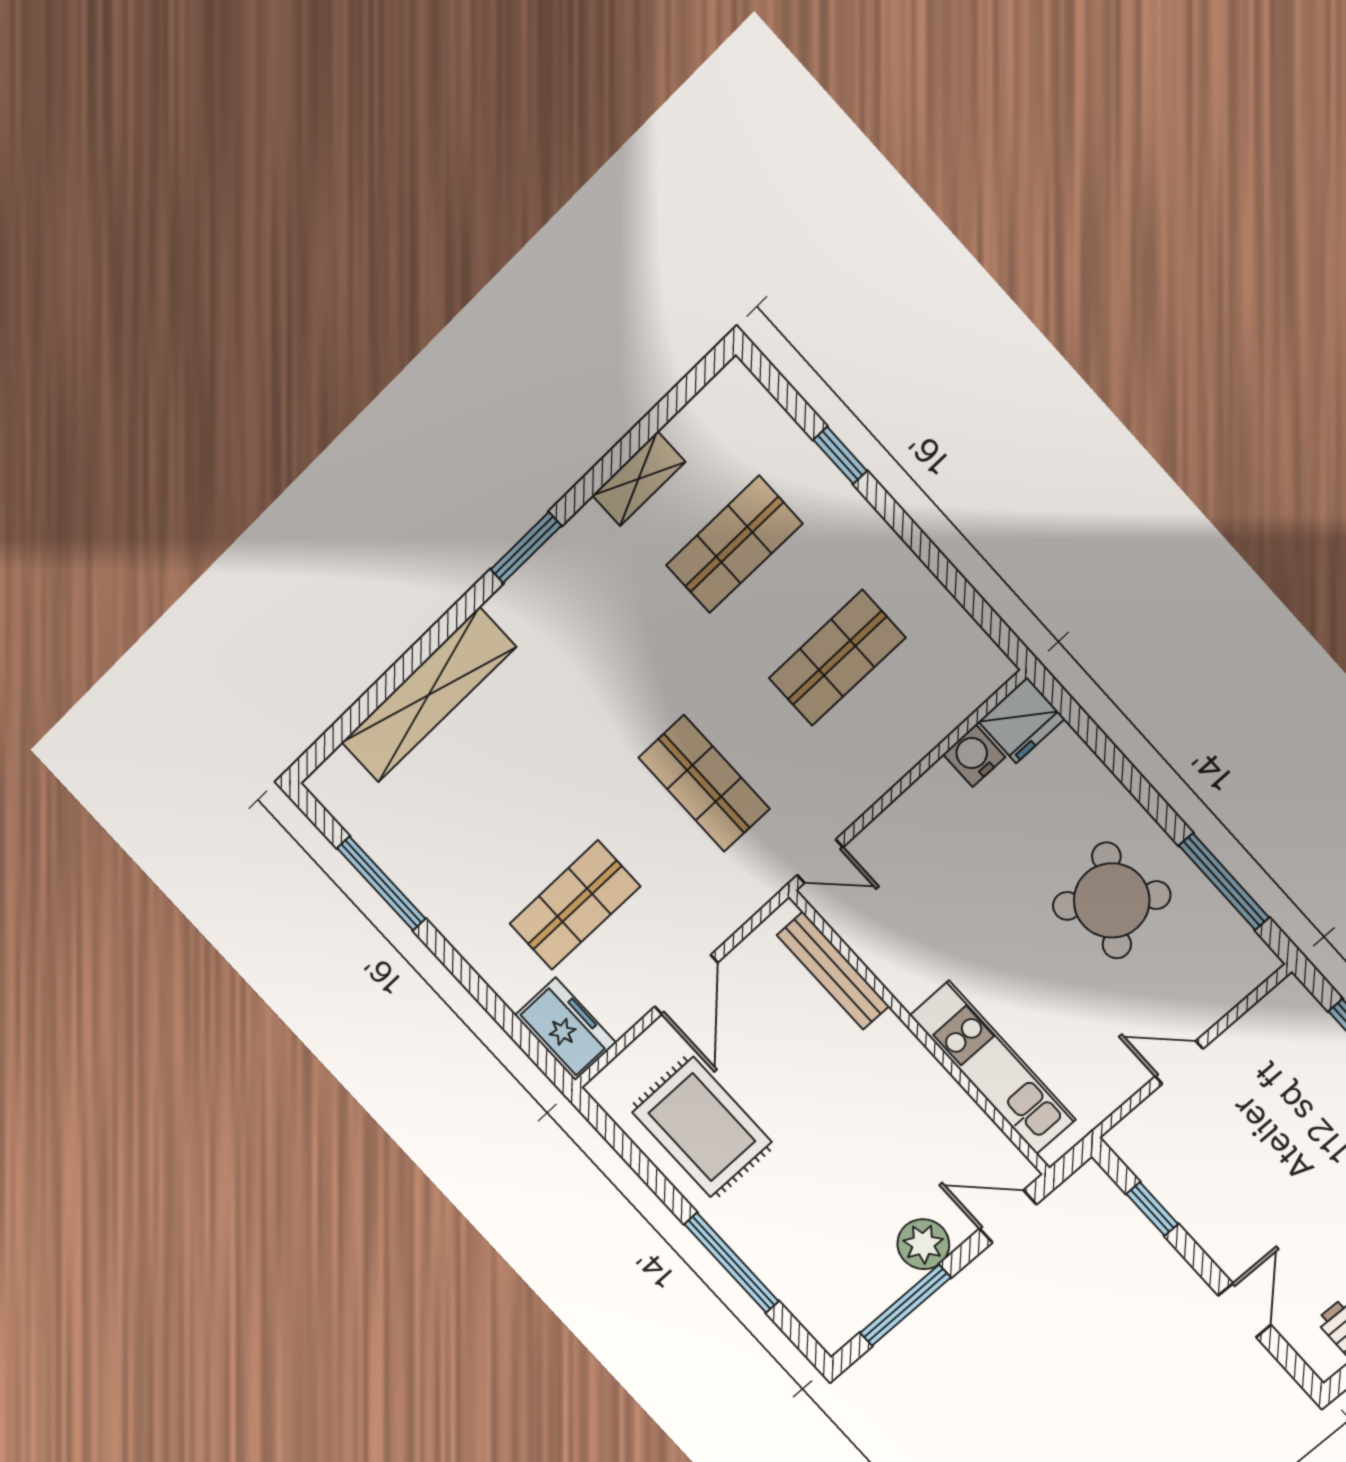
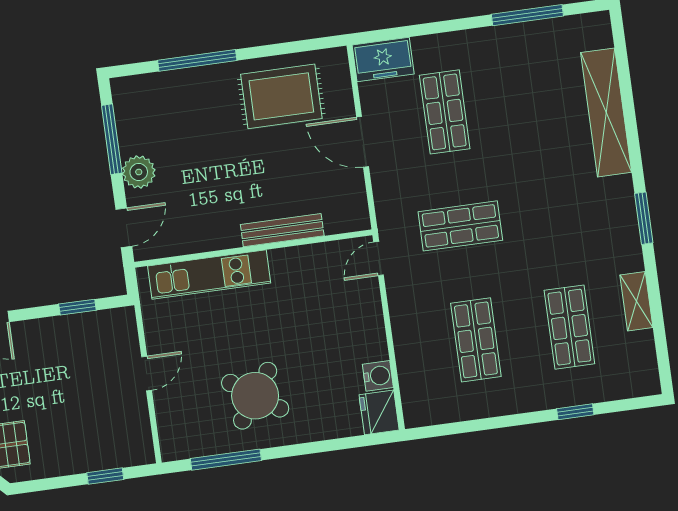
bench: (833, 971) -> (282, 230), moved

